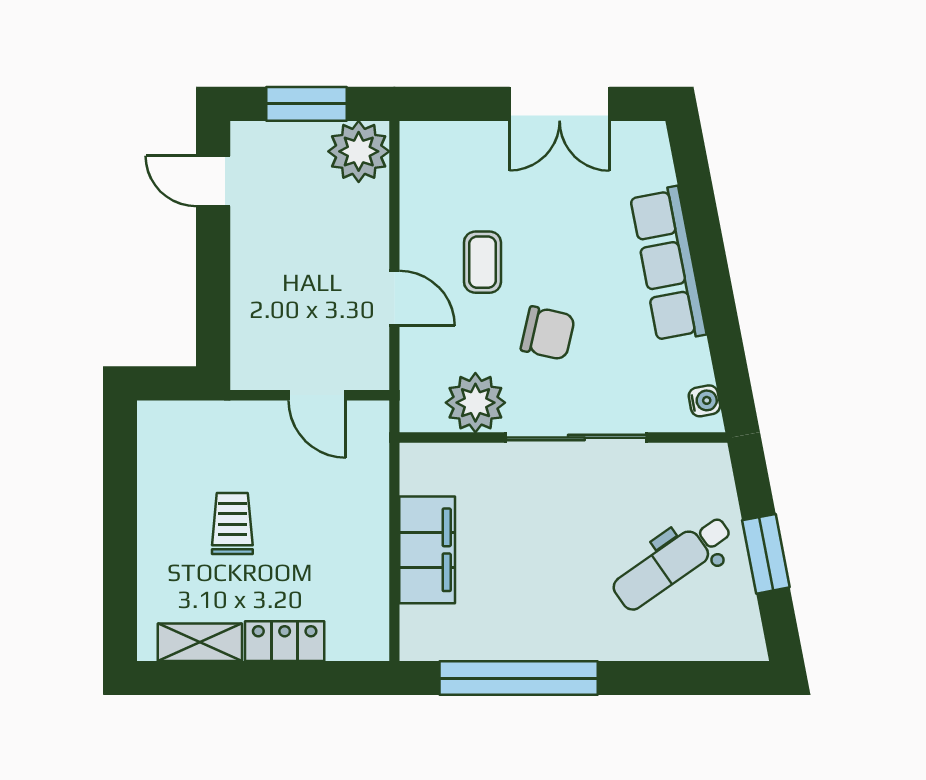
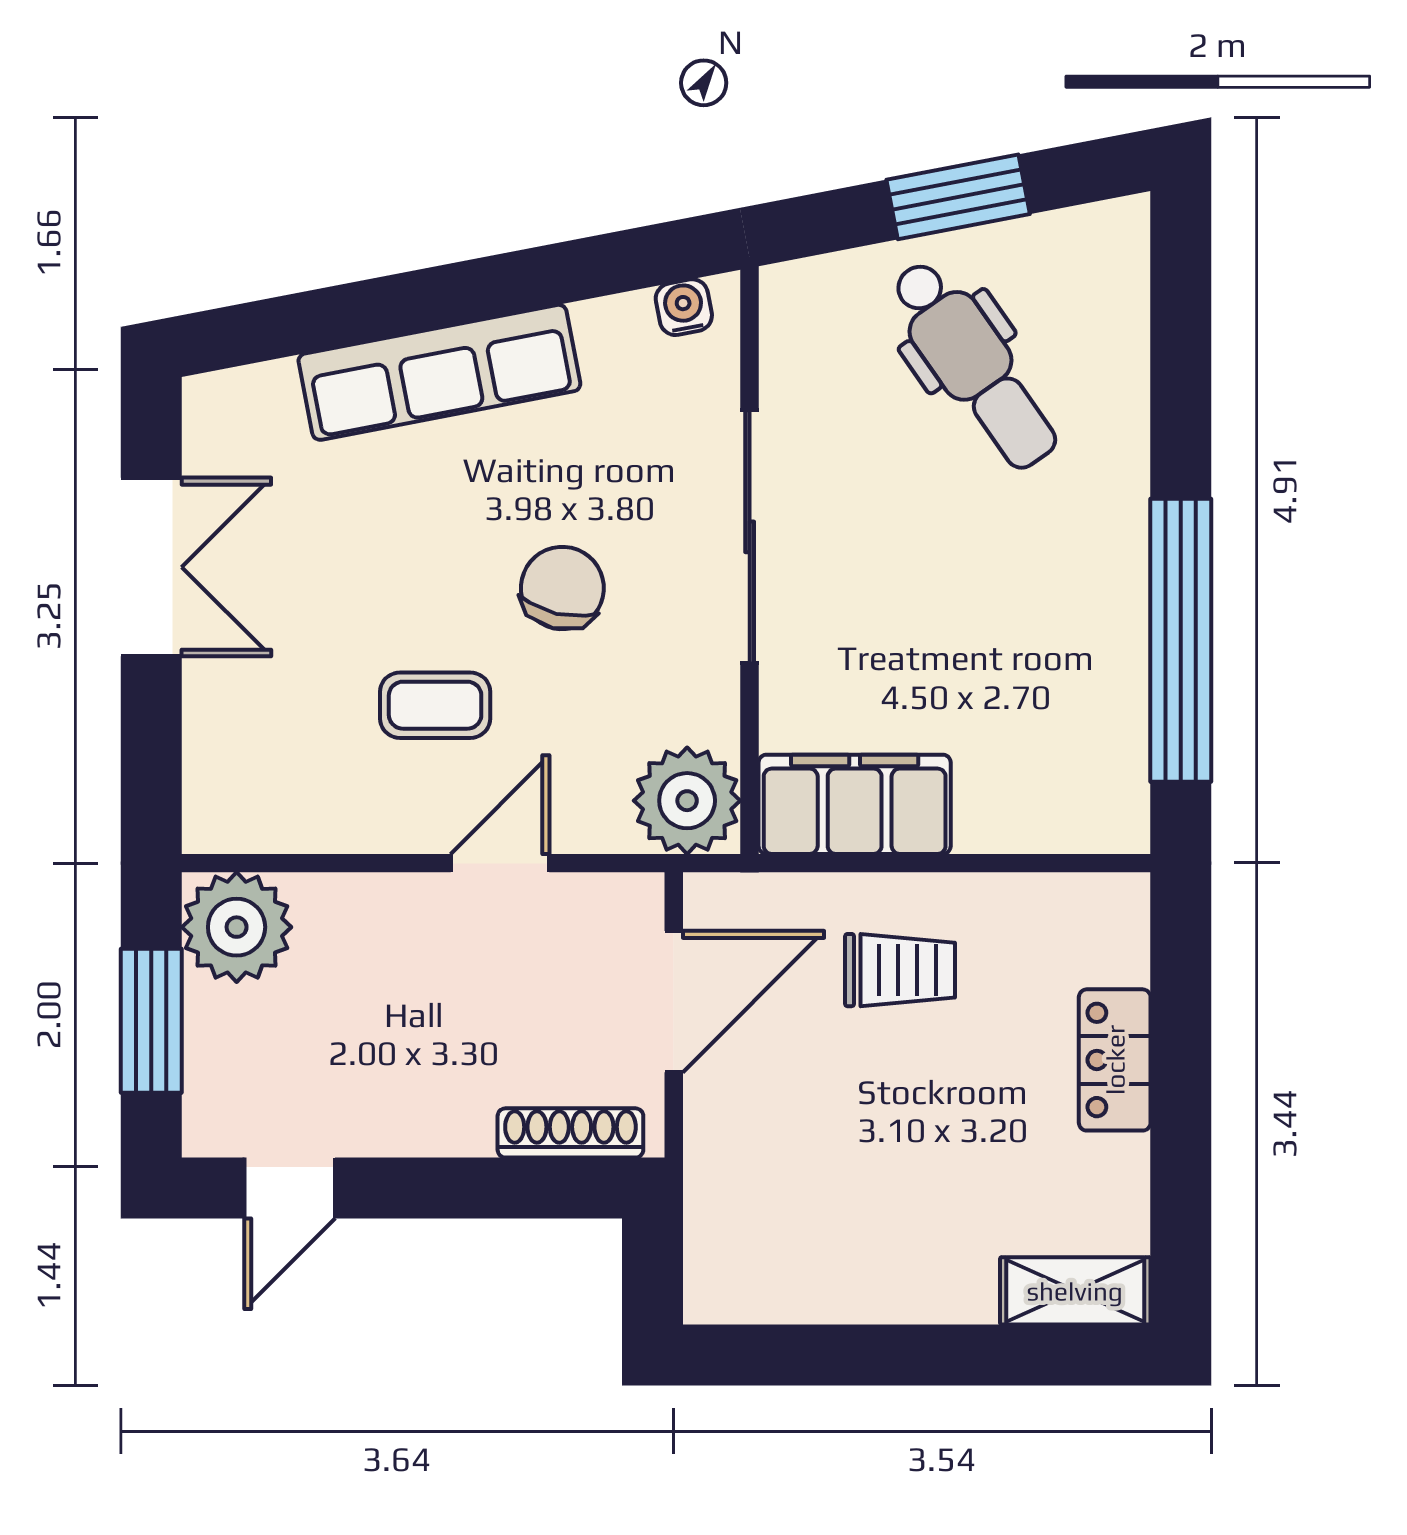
shoe rack: (244, 338) -> (570, 1133), added
door: (317, 395) -> (674, 1002), width x1.38
plant: (475, 403) -> (687, 801), moved
trolley: (232, 523) -> (900, 970), moved, turned 180
filing cabinet: (427, 550) -> (855, 804), moved
shelving: (200, 642) -> (1075, 1291), moved, turned 90

